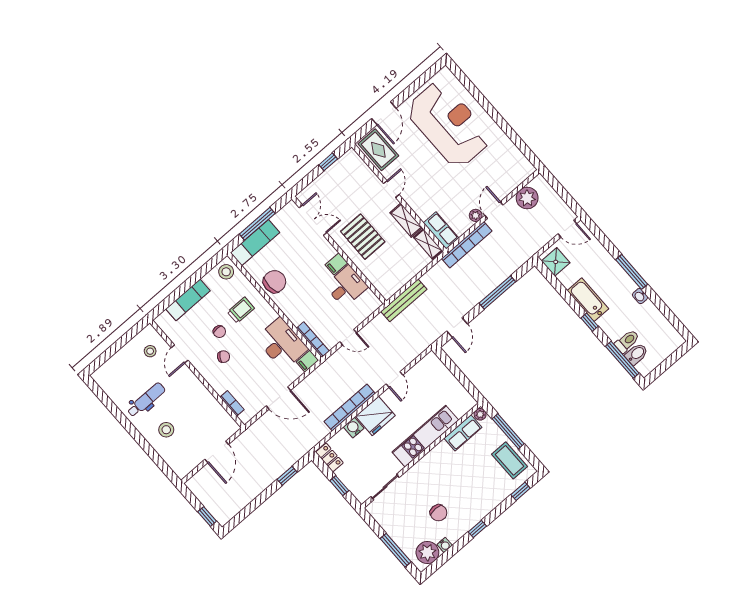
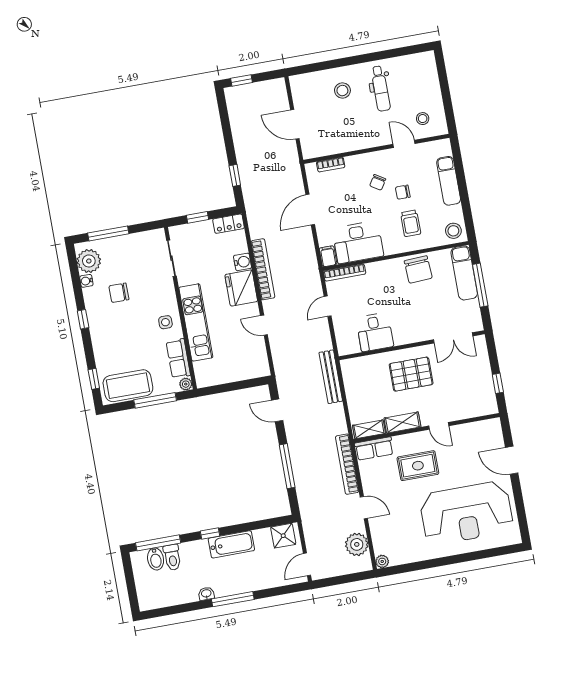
rug: (378, 150) -> (418, 466), moved
plant: (476, 215) -> (382, 561), moved
filing cabinet: (336, 264) -> (401, 335), removed
coffee table: (509, 460) -> (128, 386), width x1.36, depth x1.32
side table: (440, 461) -> (165, 322), added

